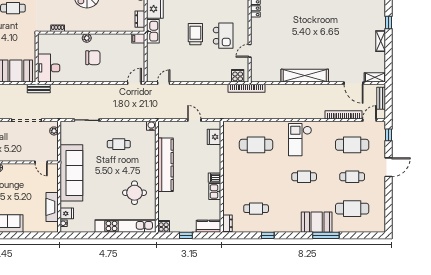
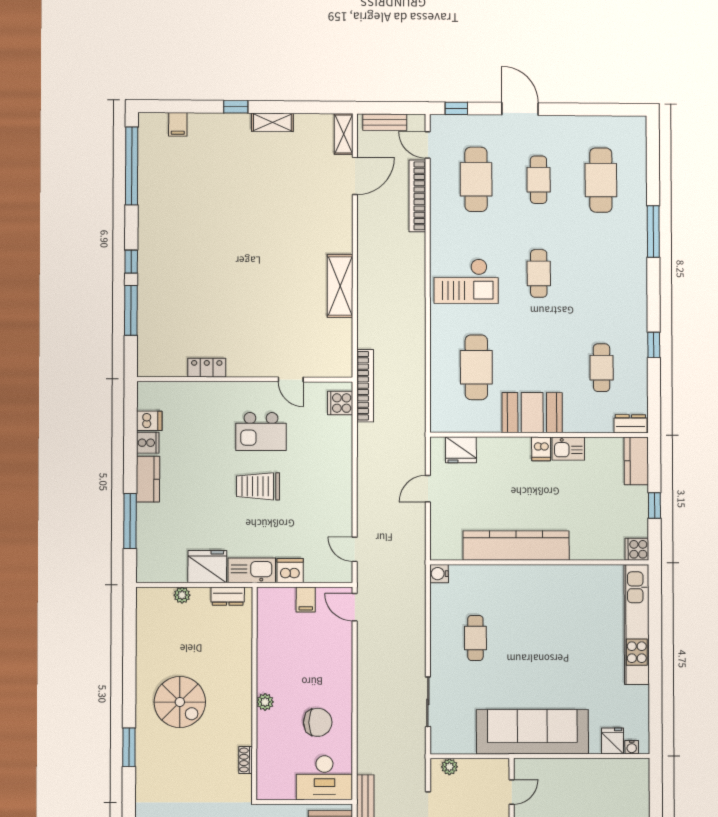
kitchen island: (223, 36) -> (261, 432), turned 180
filing cabinet: (138, 38) -> (306, 599), moved
dishwasher: (153, 50) -> (290, 571), added
chair: (93, 58) -> (318, 722), moved, turned 90
shelving: (305, 76) -> (340, 286), width x0.68
round table: (134, 193) -> (571, 607), removed
fireplace: (52, 207) -> (600, 770), removed
booth: (317, 222) -> (532, 413), moved, turned 90

